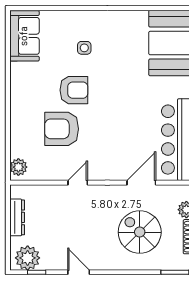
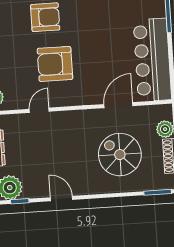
armchair: (62, 129) -> (55, 64), moved
door: (78, 183) -> (39, 110), moved

